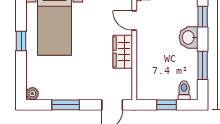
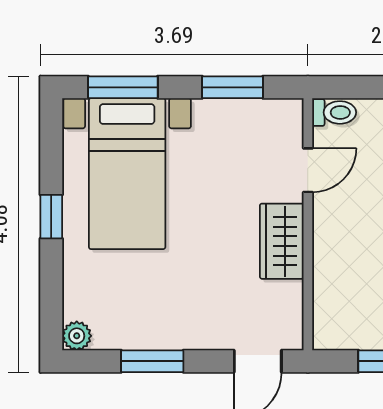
door: (134, 20) -> (308, 170), swing flipped

